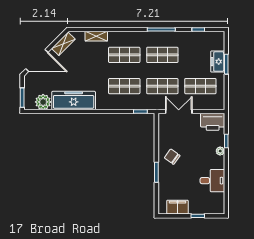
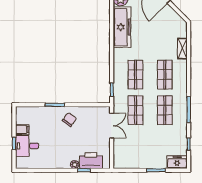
shelving: (63, 44) -> (175, 18), removed
freezer: (218, 62) -> (177, 162), moved
shop shelf: (200, 86) -> (136, 146), removed
printer: (213, 122) -> (91, 161), moved, turned 90
desk: (212, 181) -> (27, 146), moved, turned 90
filing cabinet: (177, 207) -> (22, 129), width x0.50

